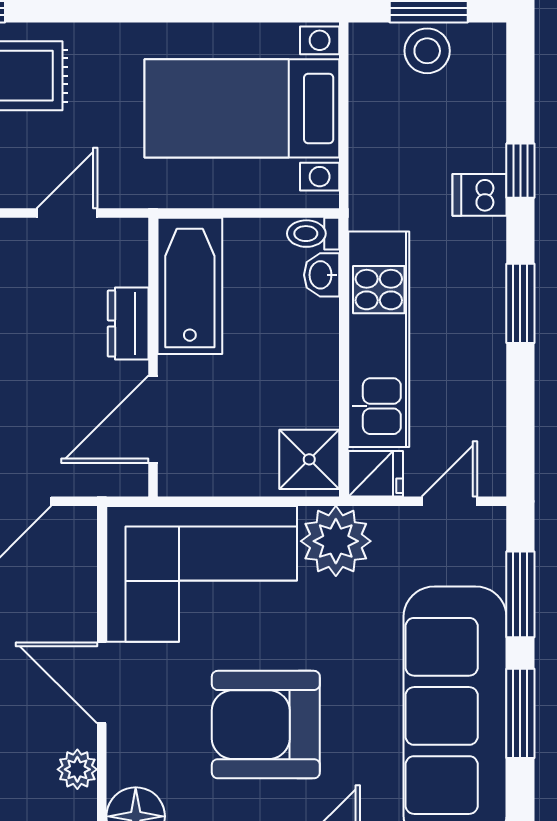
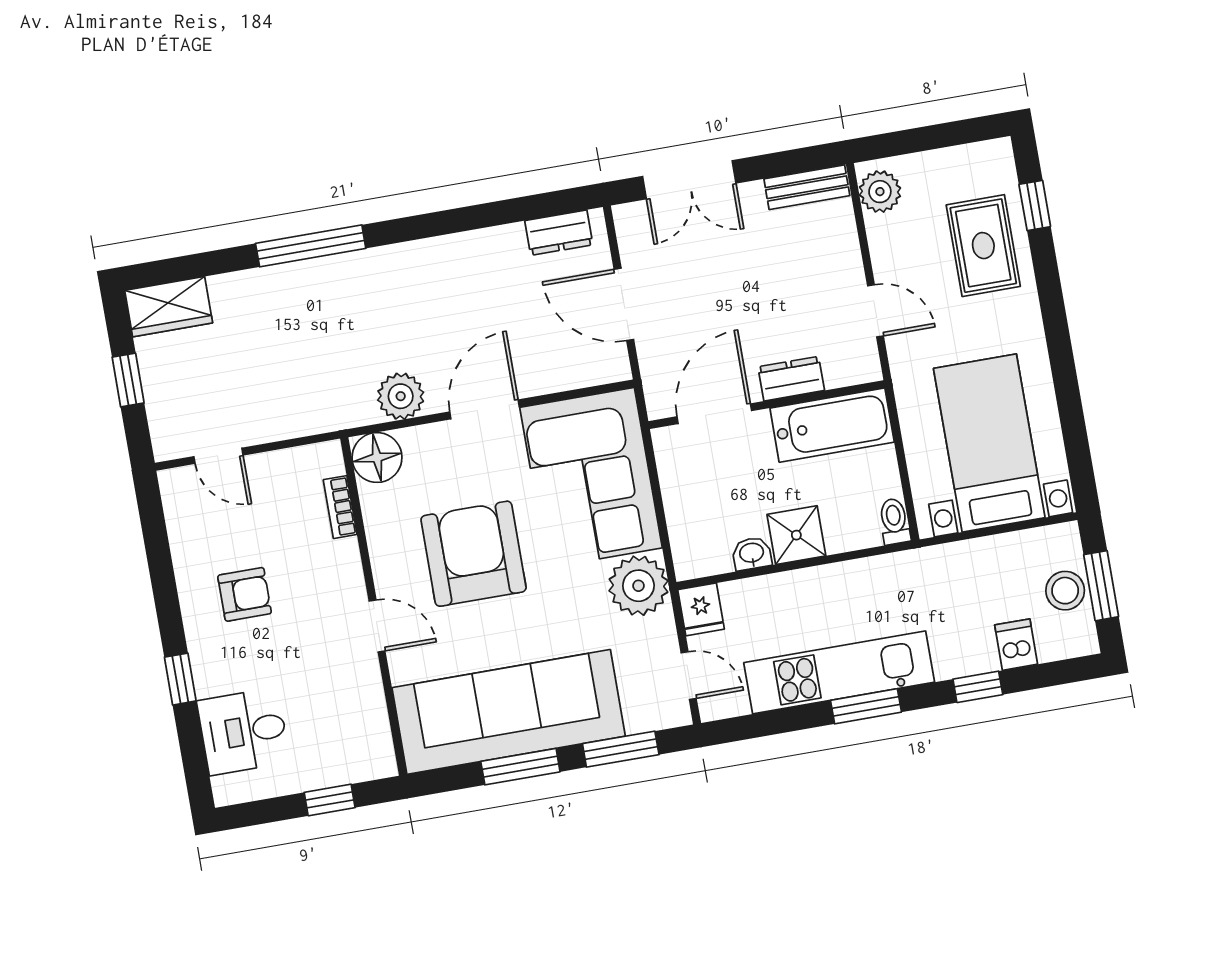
dishwasher: (480, 195) -> (1016, 645), moved
washbasin: (322, 275) -> (752, 554), moved
kitchen unit: (379, 339) -> (839, 672), moved, turned 180
door: (153, 419) -> (714, 414), hinge flipped
shower: (309, 459) -> (796, 535), moved
plant: (77, 769) -> (401, 396), width x1.38, depth x1.38

